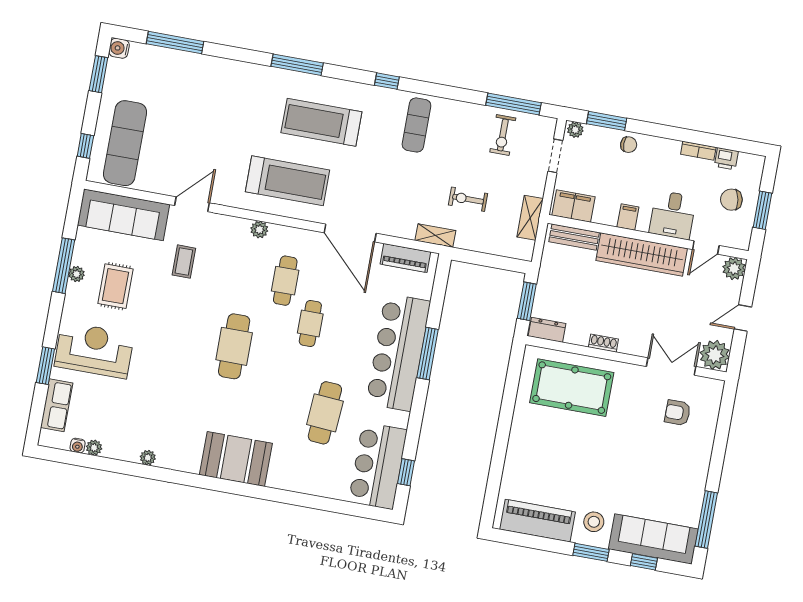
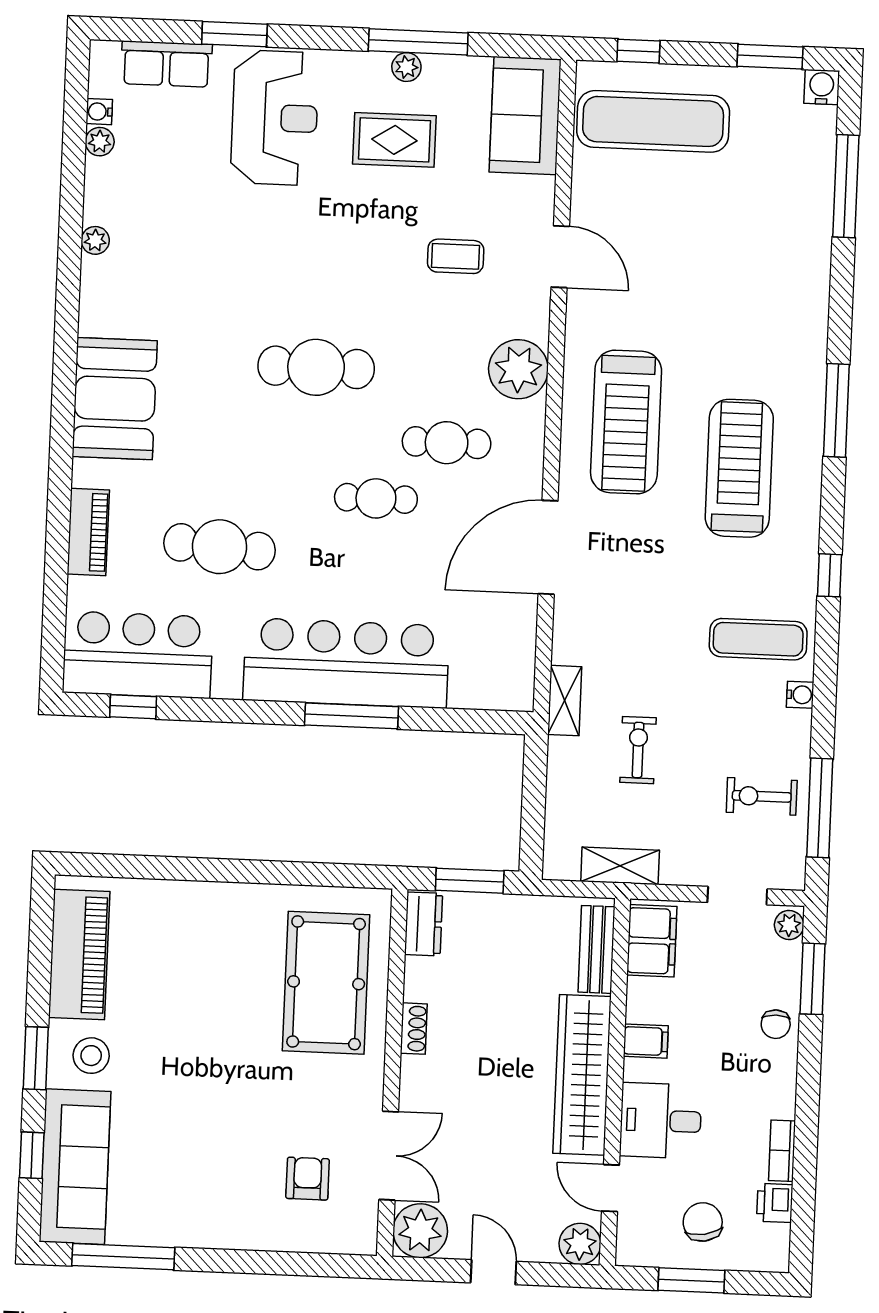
water cooler: (450, 106) -> (800, 695), added
sofa: (123, 215) -> (525, 116), width x0.73
plant: (259, 230) -> (518, 369), width x1.88, depth x1.88
piano: (405, 258) -> (88, 532), moved, turned 180

